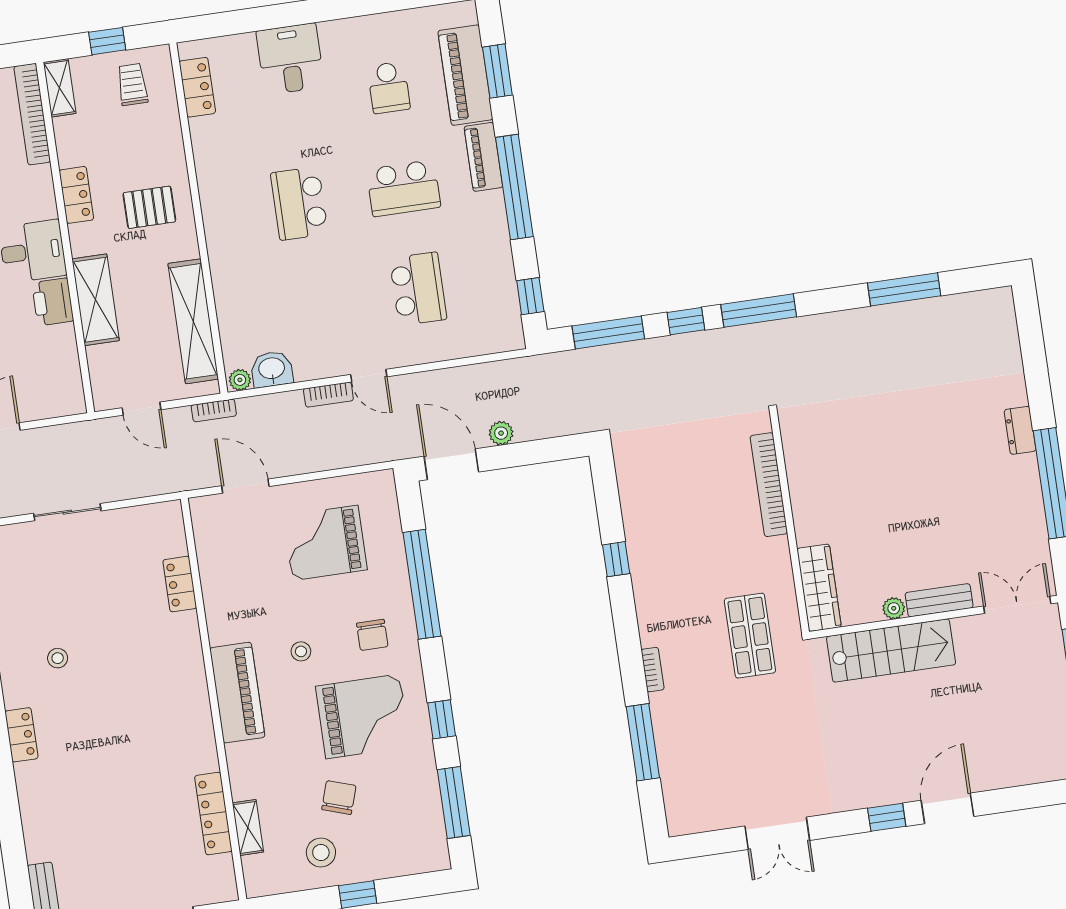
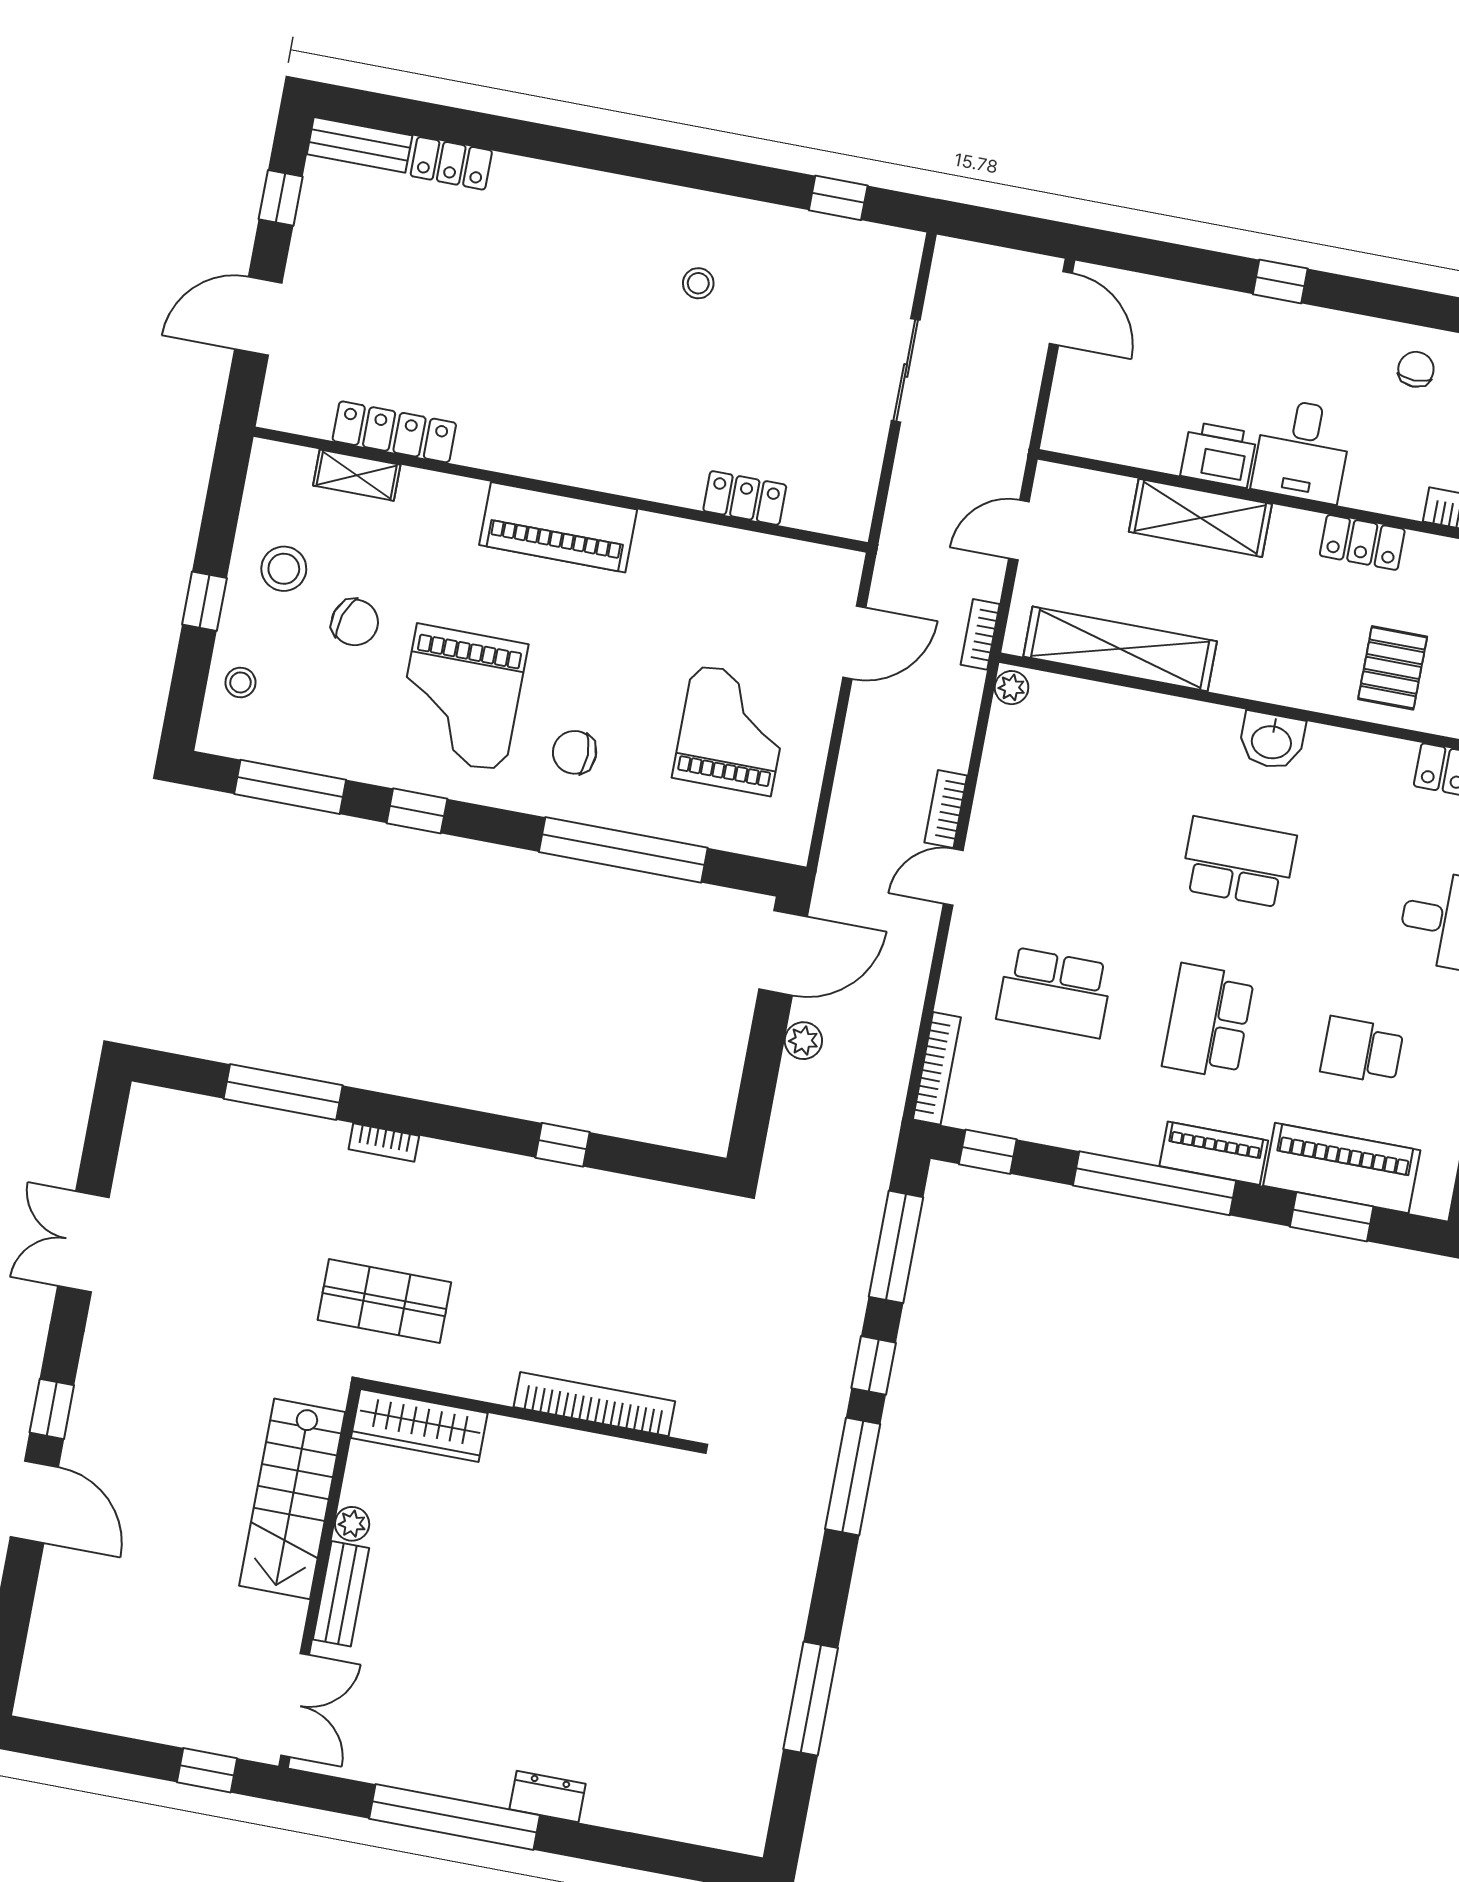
pallet: (149, 207) -> (1393, 668), moved
bookcase: (490, 345) -> (937, 1068), added
washbasin: (272, 369) -> (1272, 741), moved, turned 90
stool: (301, 651) -> (240, 682), moved
locker: (21, 735) -> (451, 163), moved

